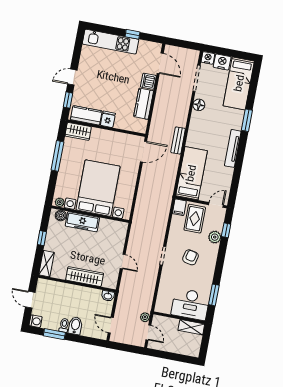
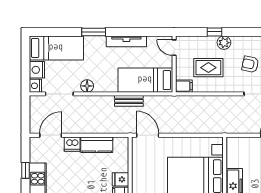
bed: (191, 173) -> (145, 80), moved
wall: (201, 202) -> (174, 64), moved
door: (216, 205) -> (174, 48), moved
filing cabinet: (179, 207) -> (184, 86), moved

